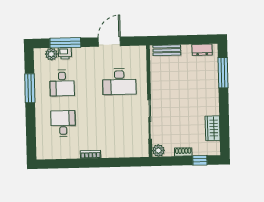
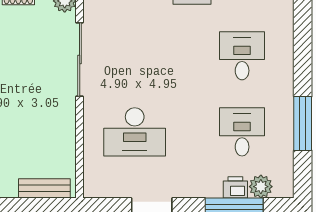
desk: (119, 82) -> (135, 132), turned 180
desk: (63, 124) -> (242, 56), turned 180

